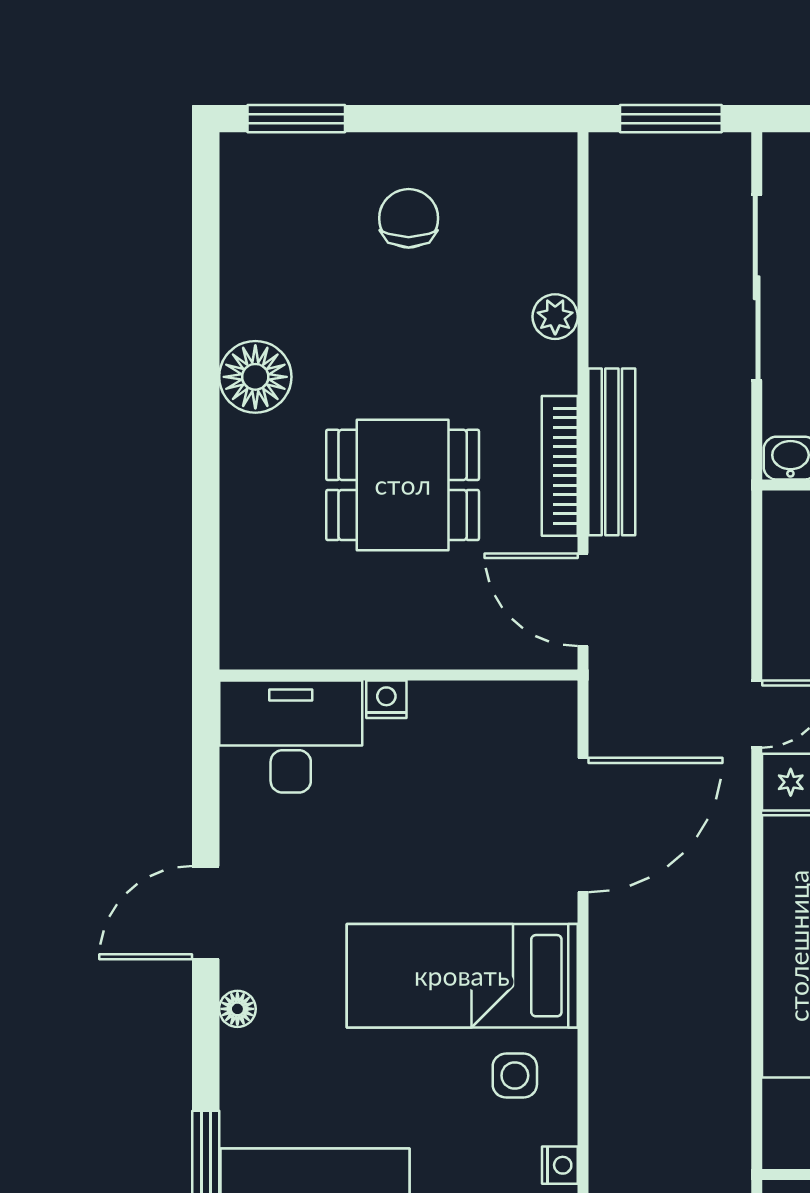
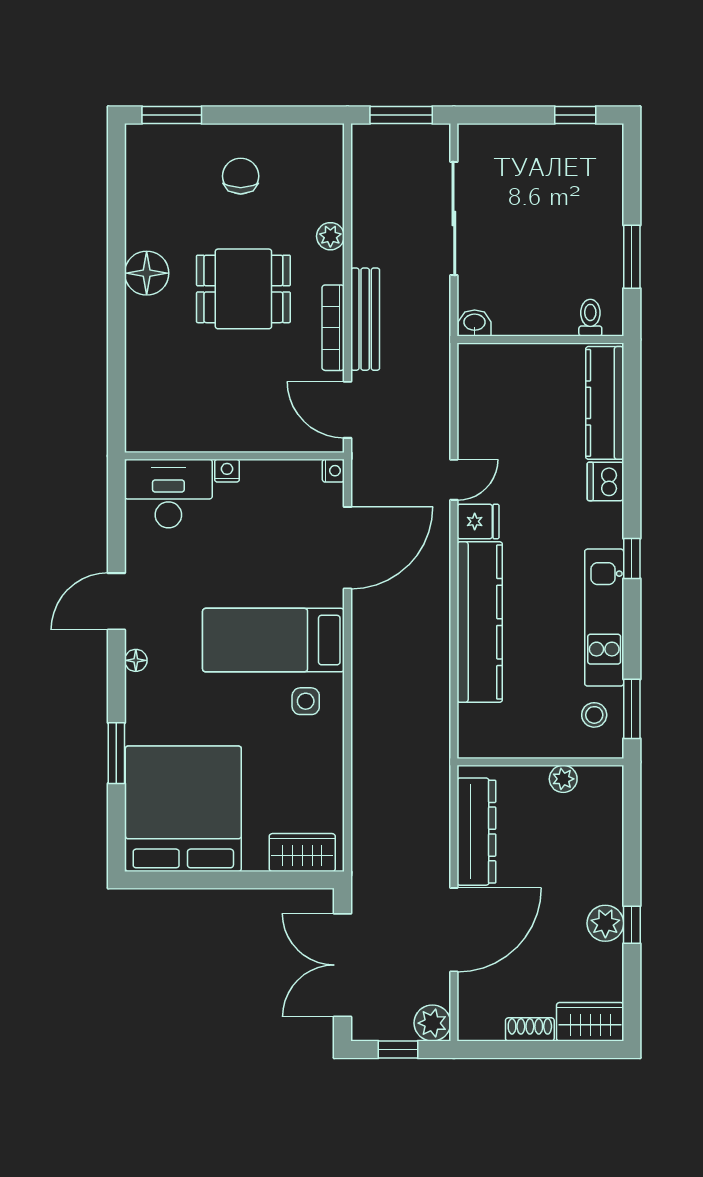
dining table: (403, 485) -> (243, 289), moved
nightstand: (560, 1165) -> (333, 471), moved

